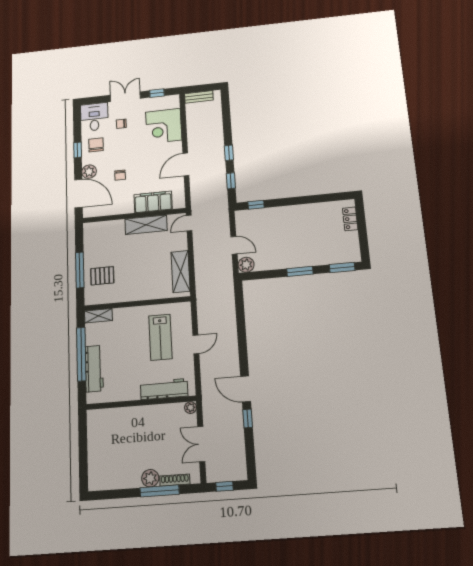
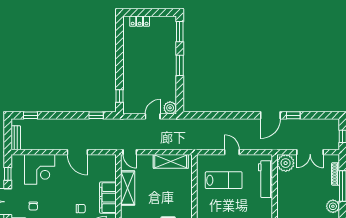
window: (229, 153) -> (31, 115), moved
filing cabinet: (153, 202) -> (108, 198), moved
plant: (191, 408) -> (286, 163), width x1.87, depth x1.87
plant: (150, 478) -> (333, 206), moved

